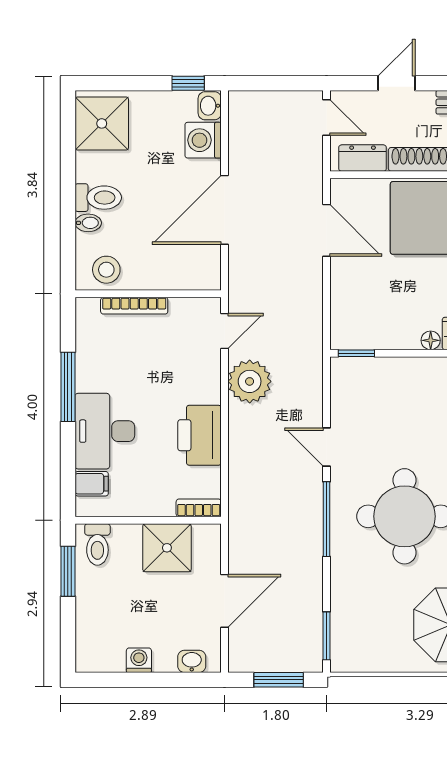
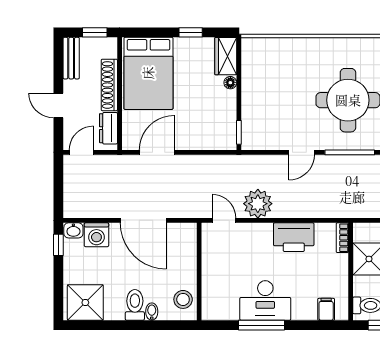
bookcase: (134, 306) -> (207, 281), removed
desk: (105, 431) -> (265, 300), moved

